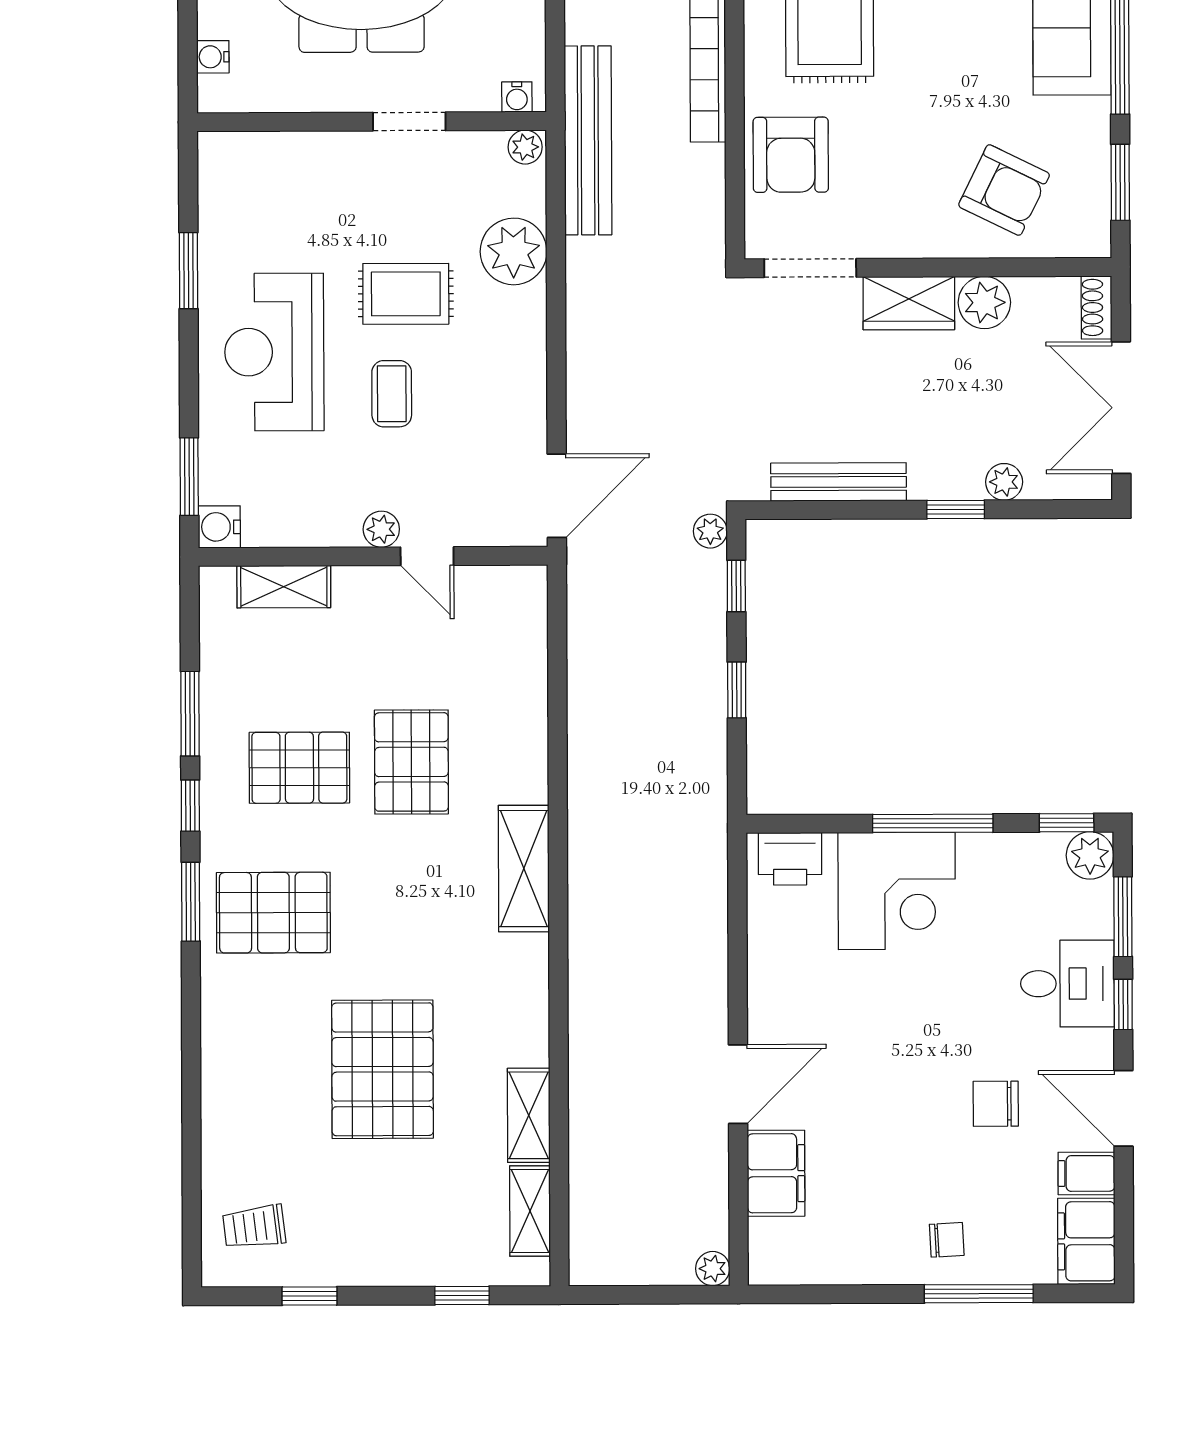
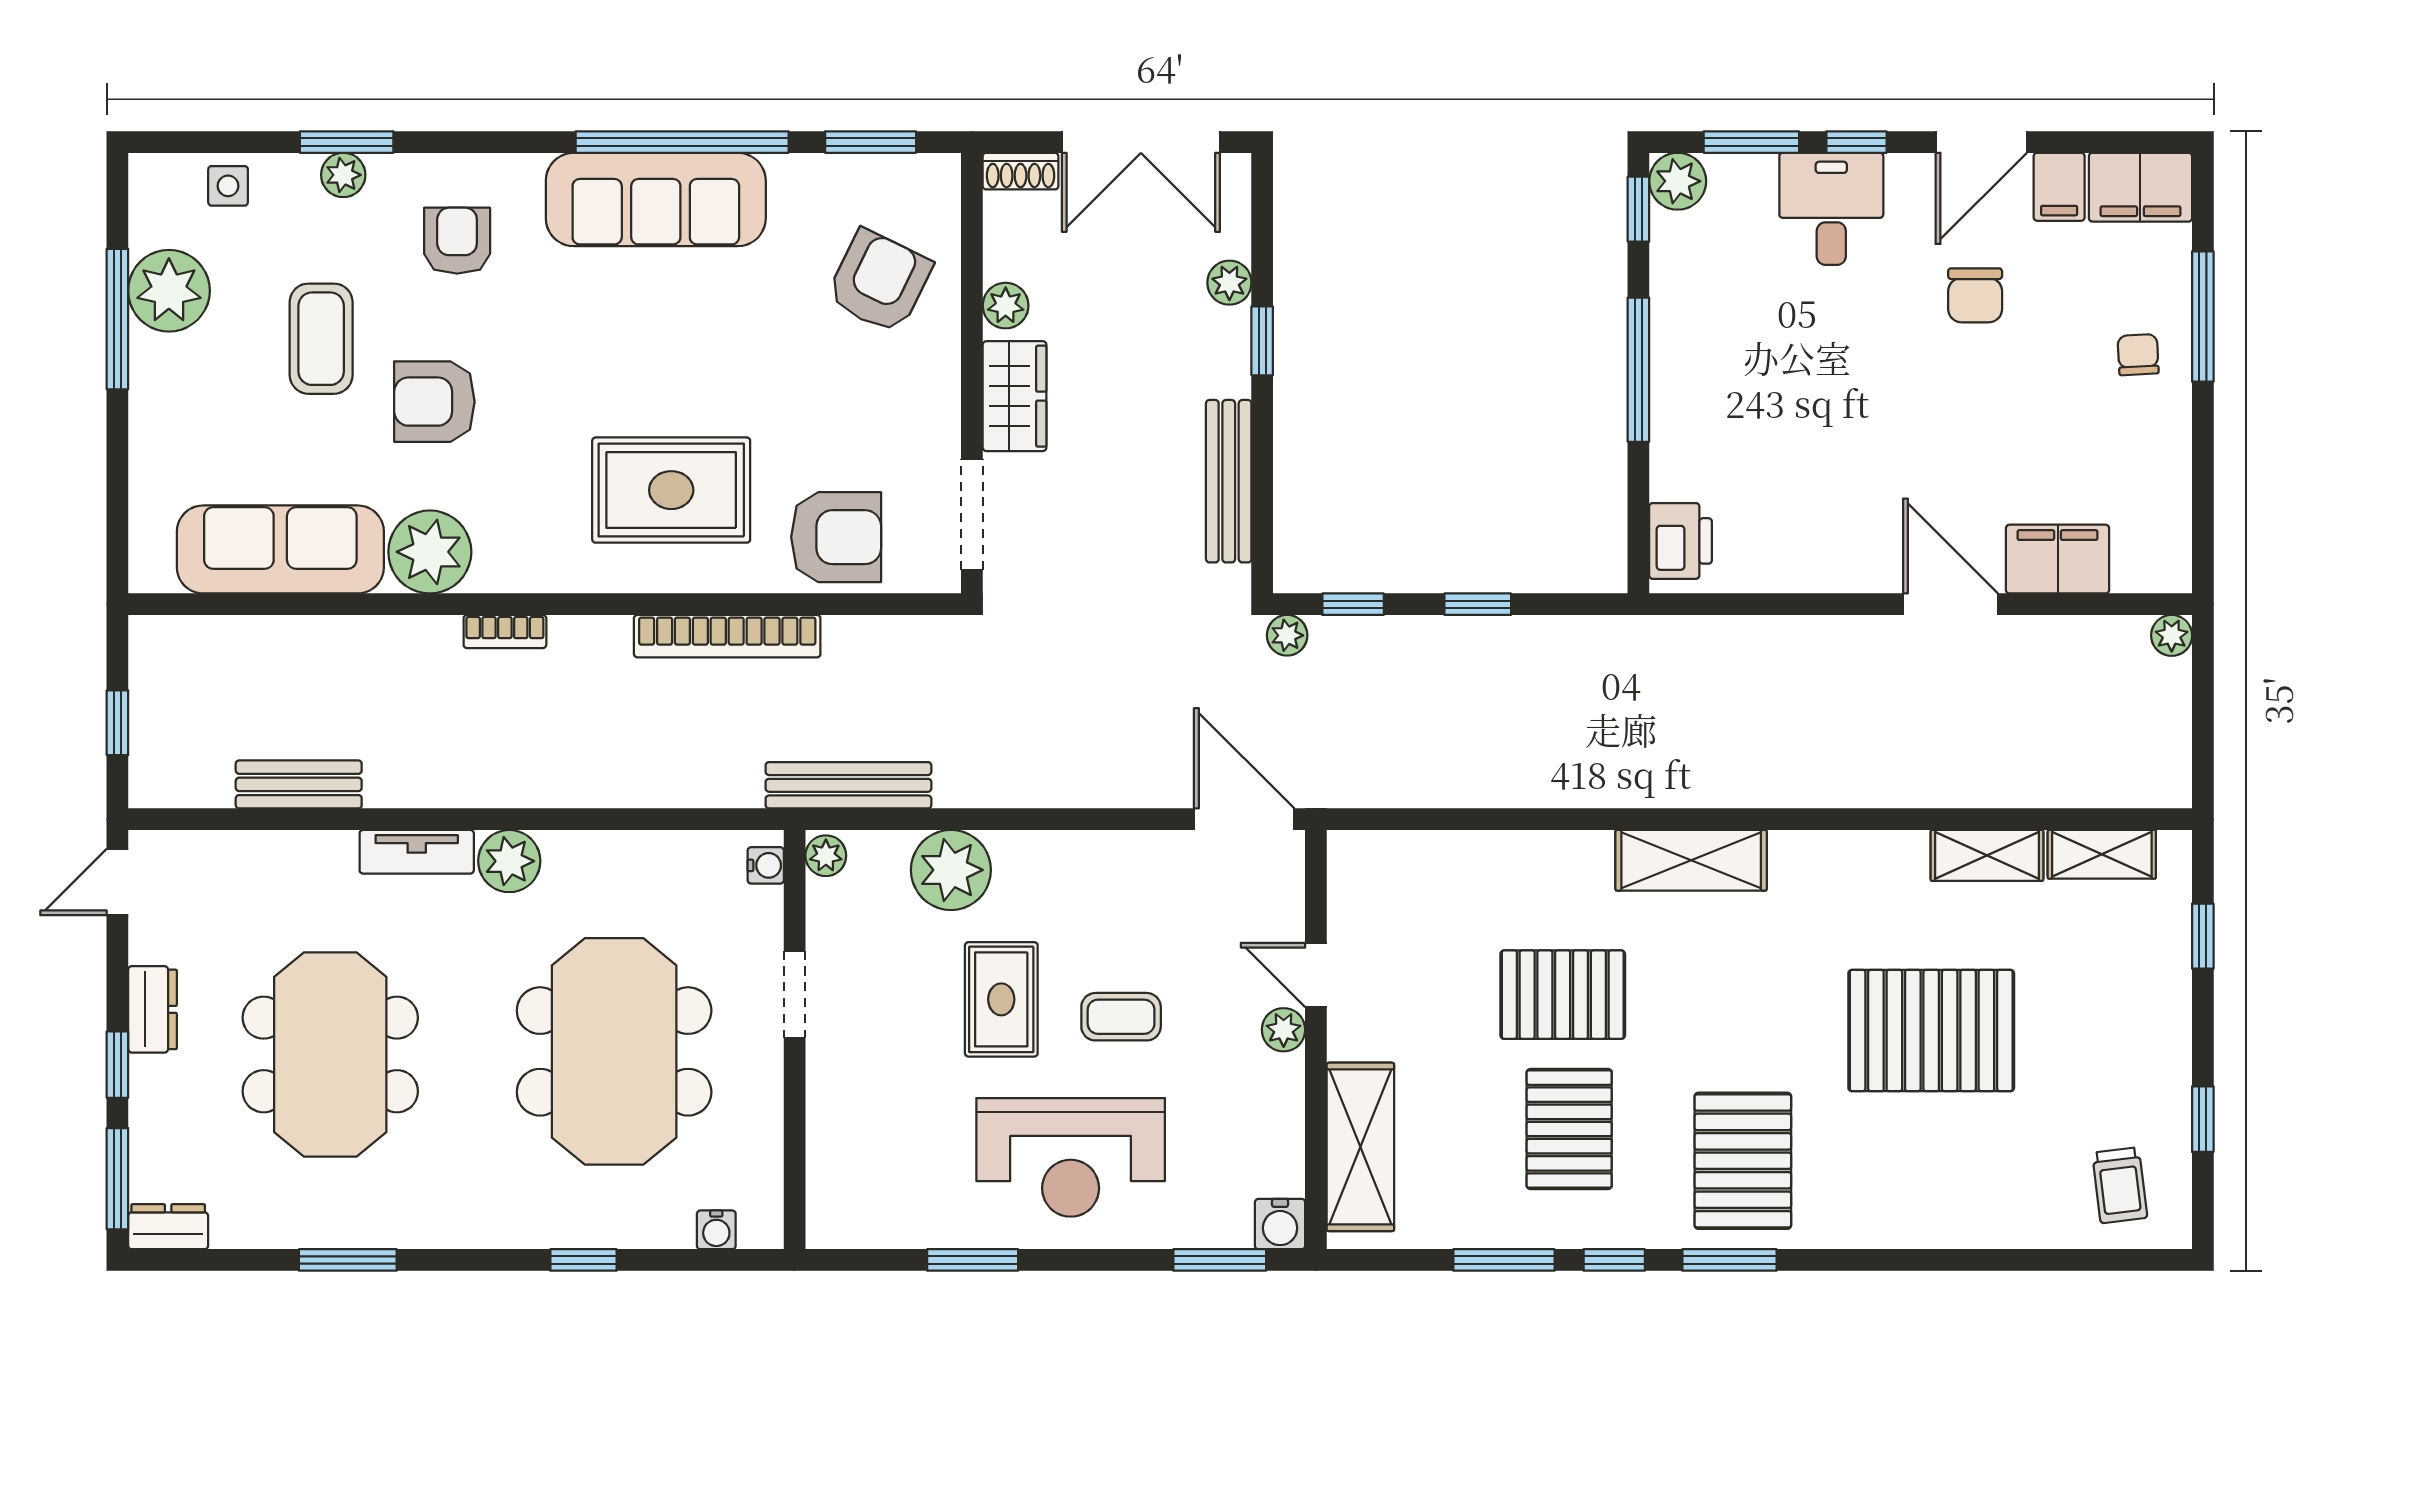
bench: (588, 140) -> (848, 785), width x0.73, depth x0.82
plant: (984, 302) -> (1006, 306), width x0.73, depth x0.73
door: (427, 556) -> (1316, 975), swing flipped
shelving: (284, 587) -> (1360, 1147), width x1.50, depth x1.33
corner desk: (897, 891) -> (1719, 413), removed

